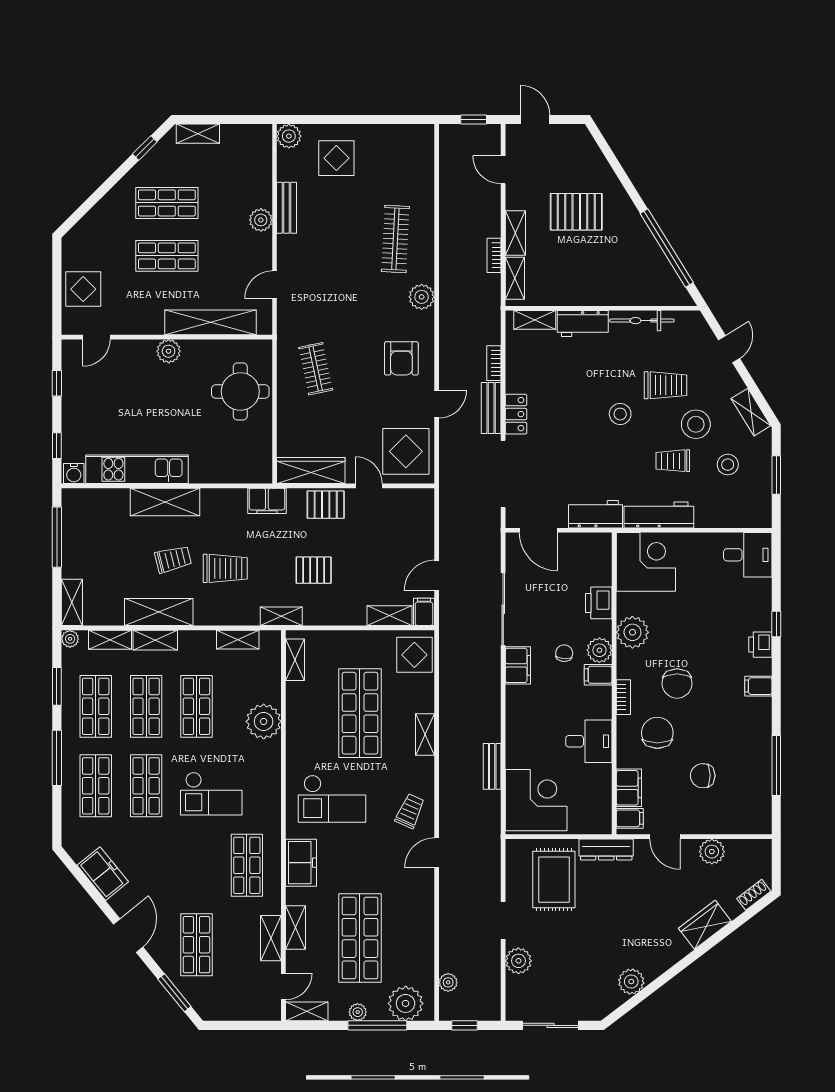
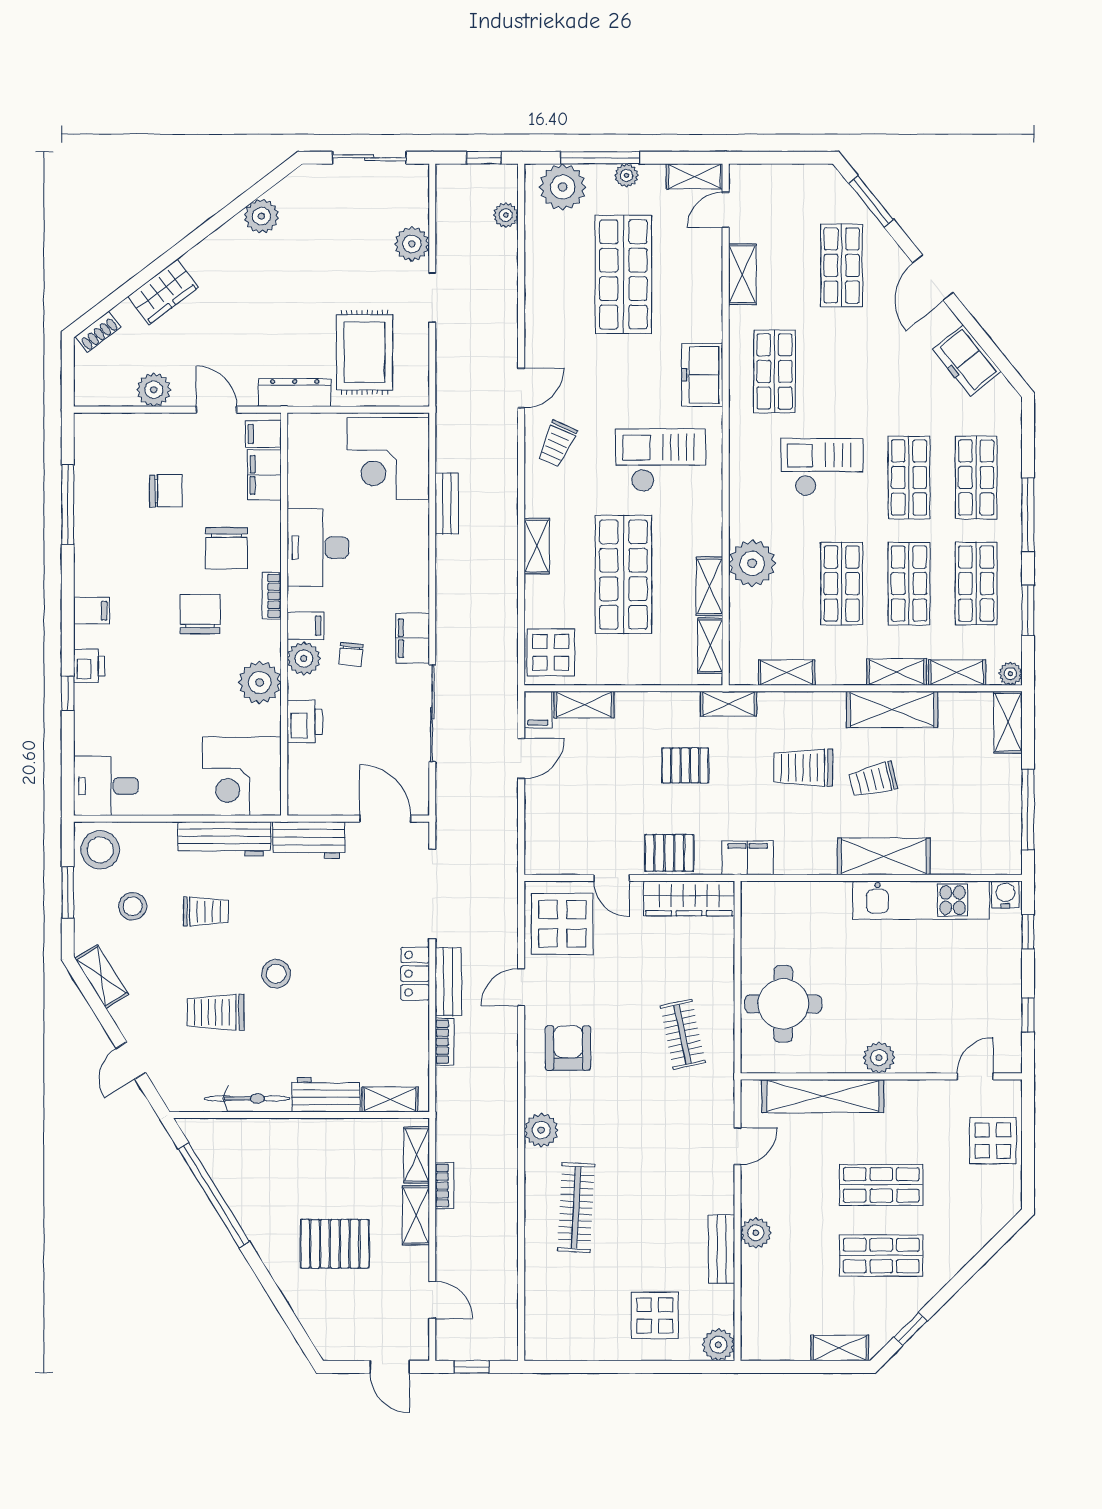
stool: (696, 424) -> (100, 850), moved
desk: (589, 741) -> (318, 548), width x1.37
shelving: (295, 928) -> (710, 586), moved

